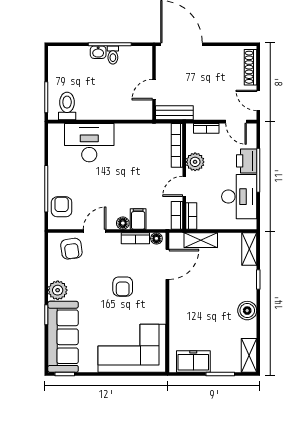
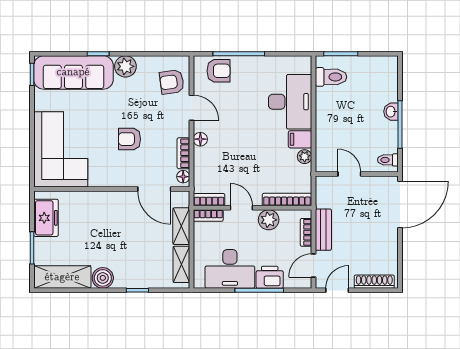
toilet: (113, 55) -> (388, 160), moved
bench: (174, 113) -> (323, 230), moved
plant: (138, 130) -> (305, 157), added
filing cabinet: (138, 219) -> (300, 139), moved, turned 180
shelving: (249, 249) -> (181, 264), moved, turned 90
shelving: (249, 355) -> (62, 277), width x1.50, depth x1.33

